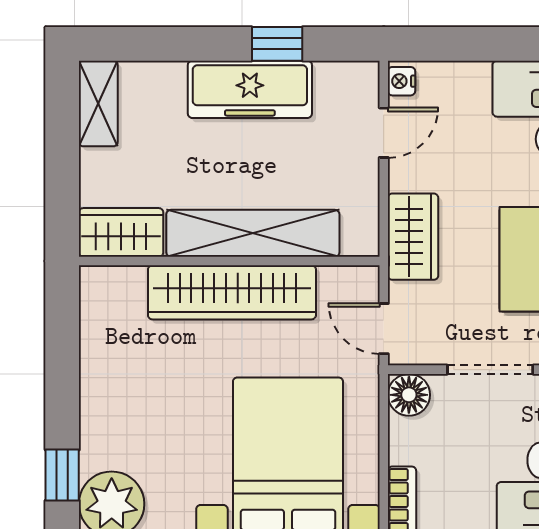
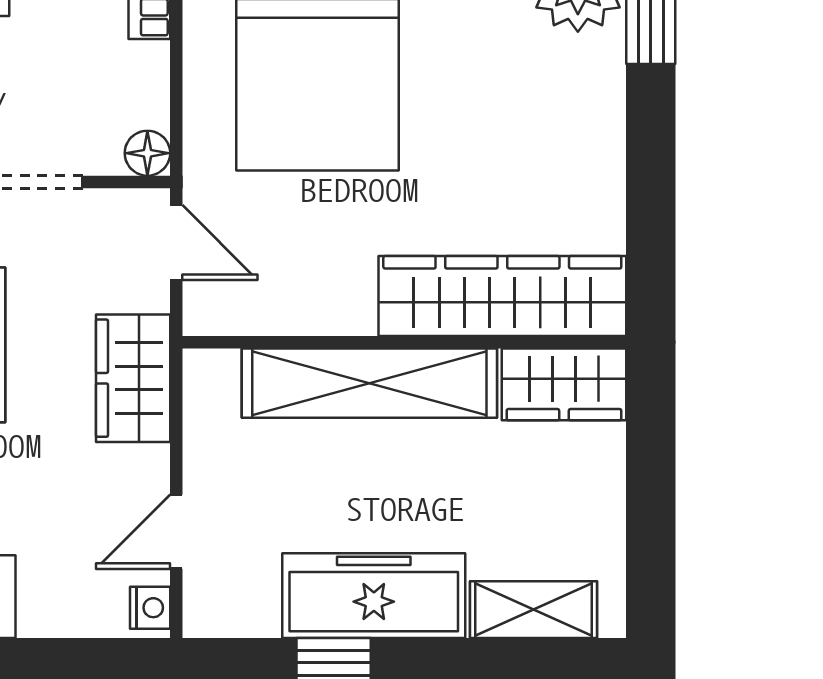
shelving: (98, 104) -> (533, 610), moved, turned 90
wardrobe: (232, 292) -> (502, 296), moved
floor lamp: (409, 395) -> (147, 153), width x0.73, depth x0.73

